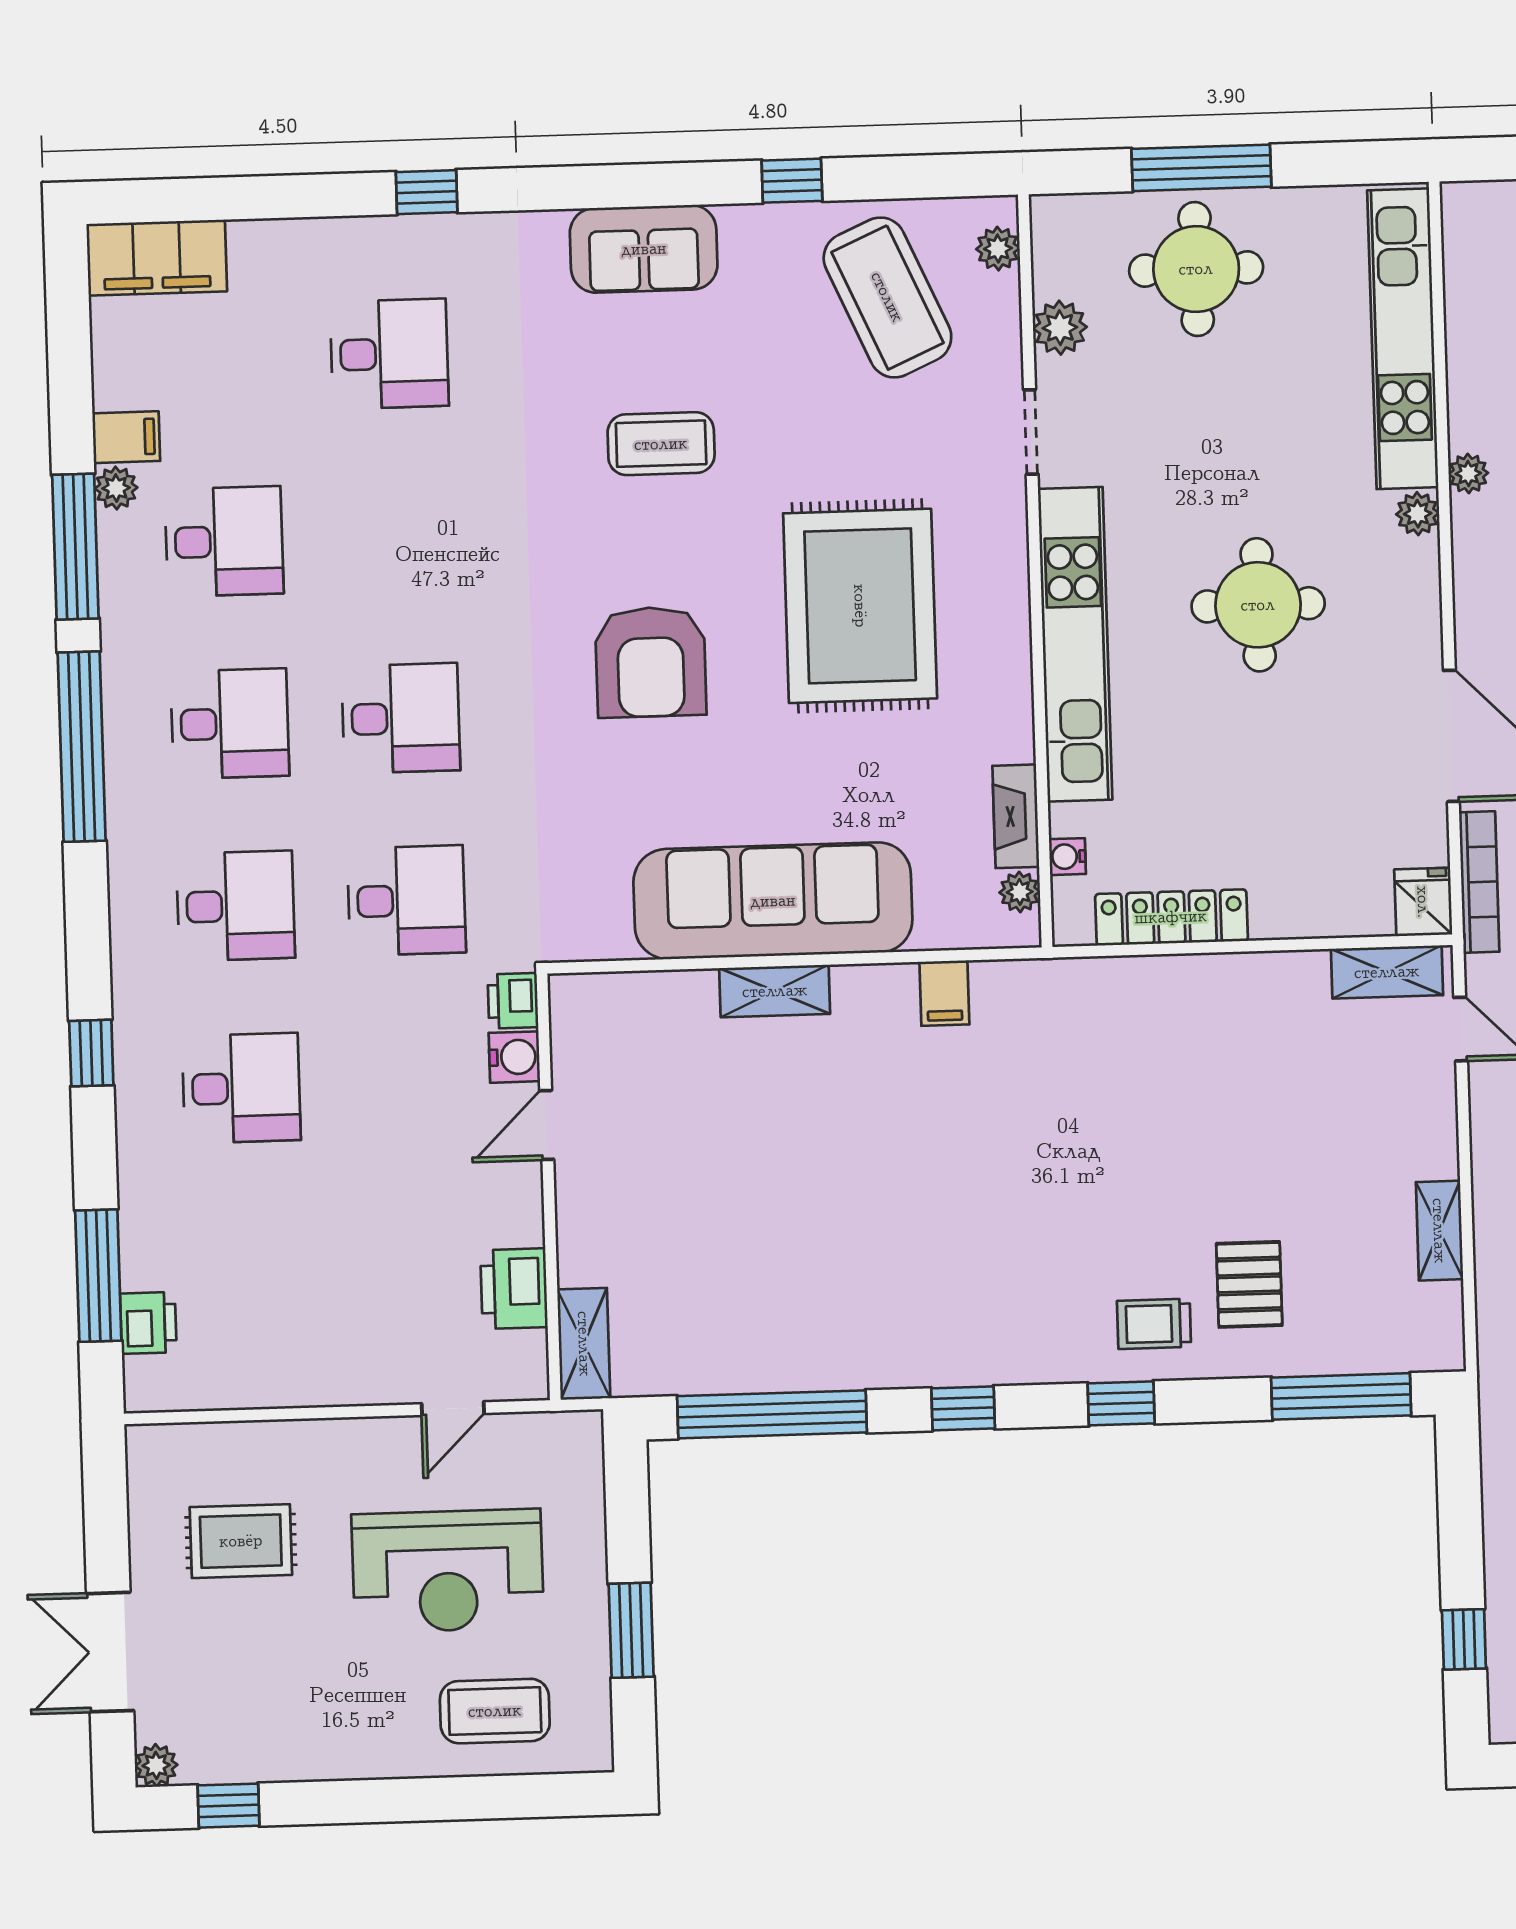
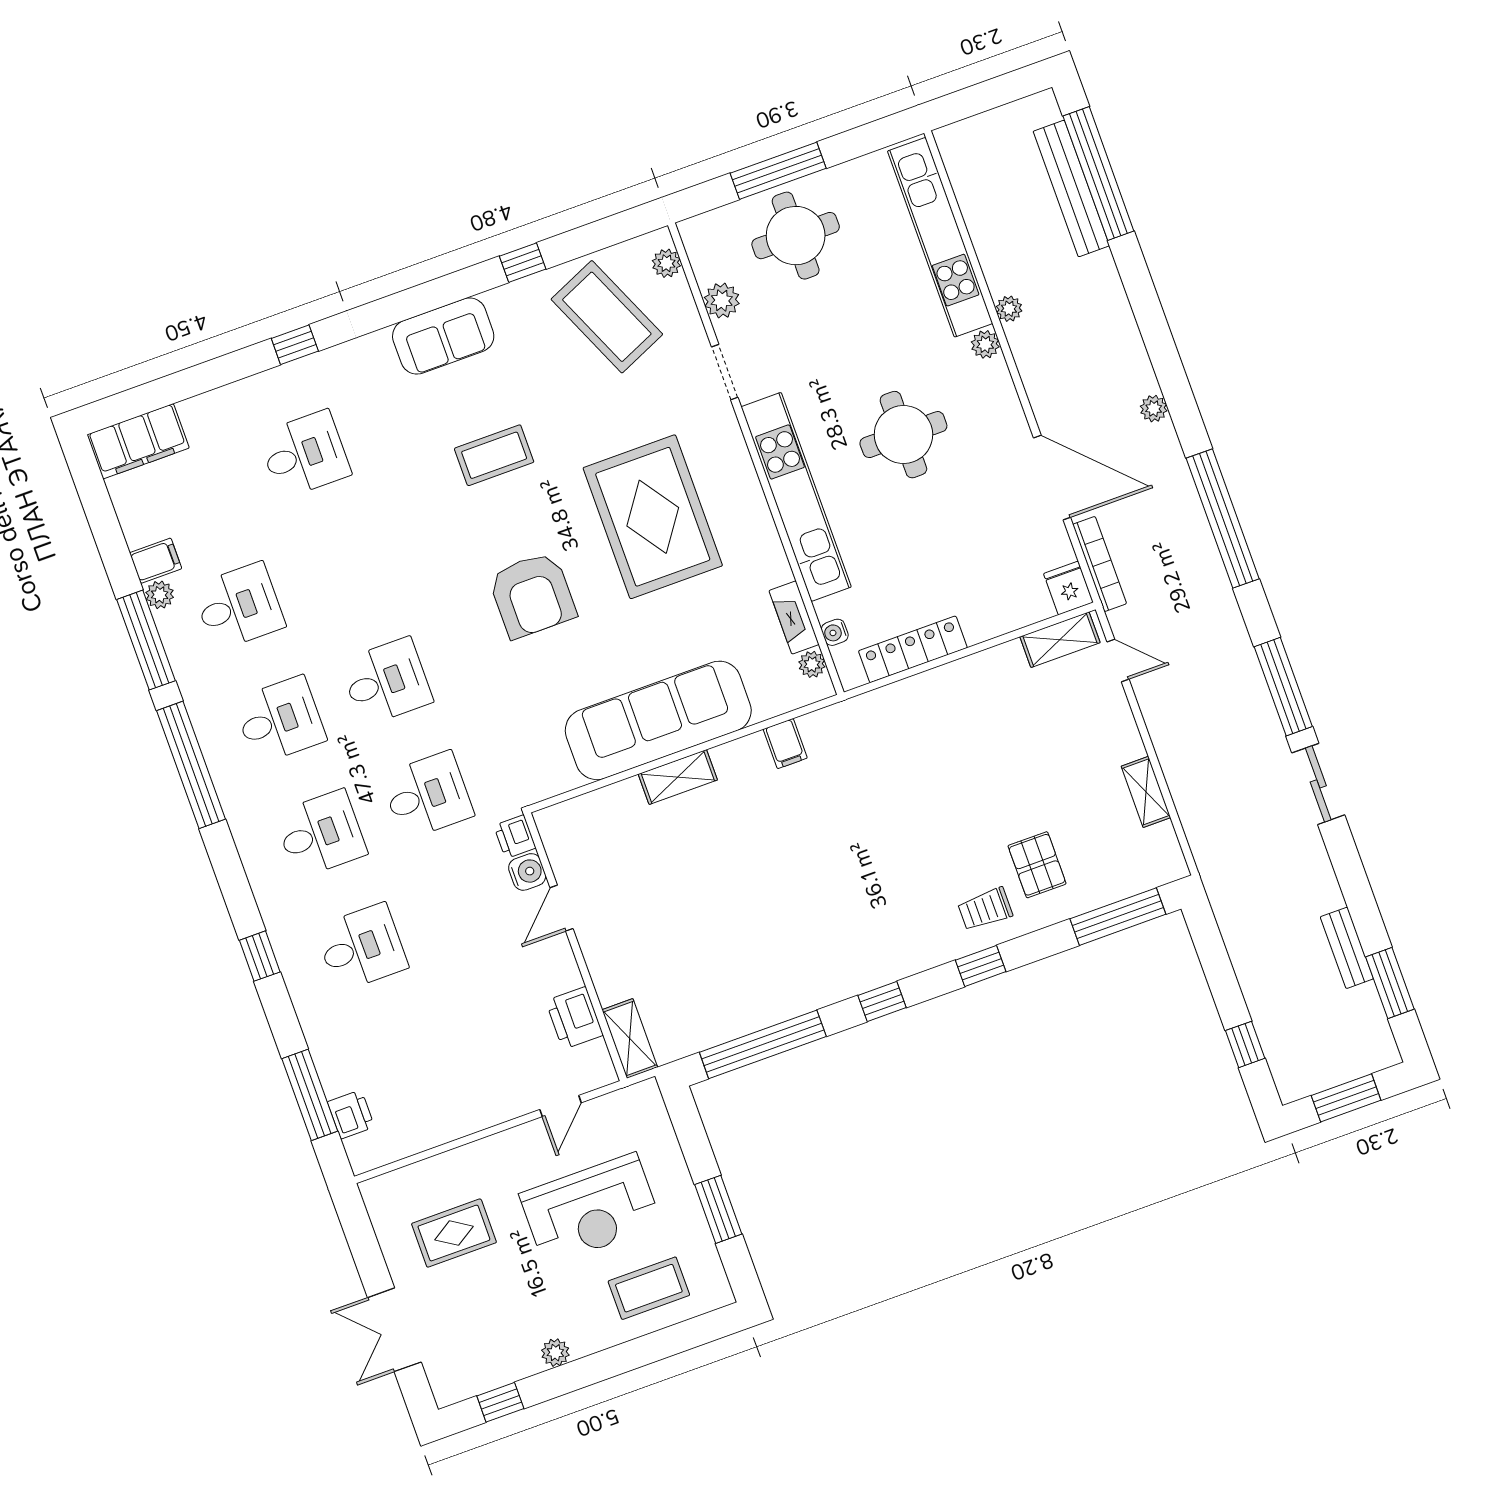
plant: (156, 1765) -> (555, 1353), moved

